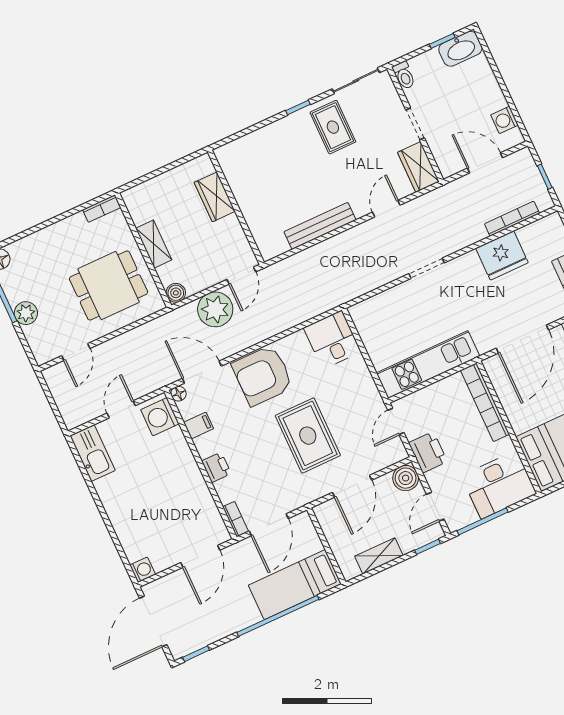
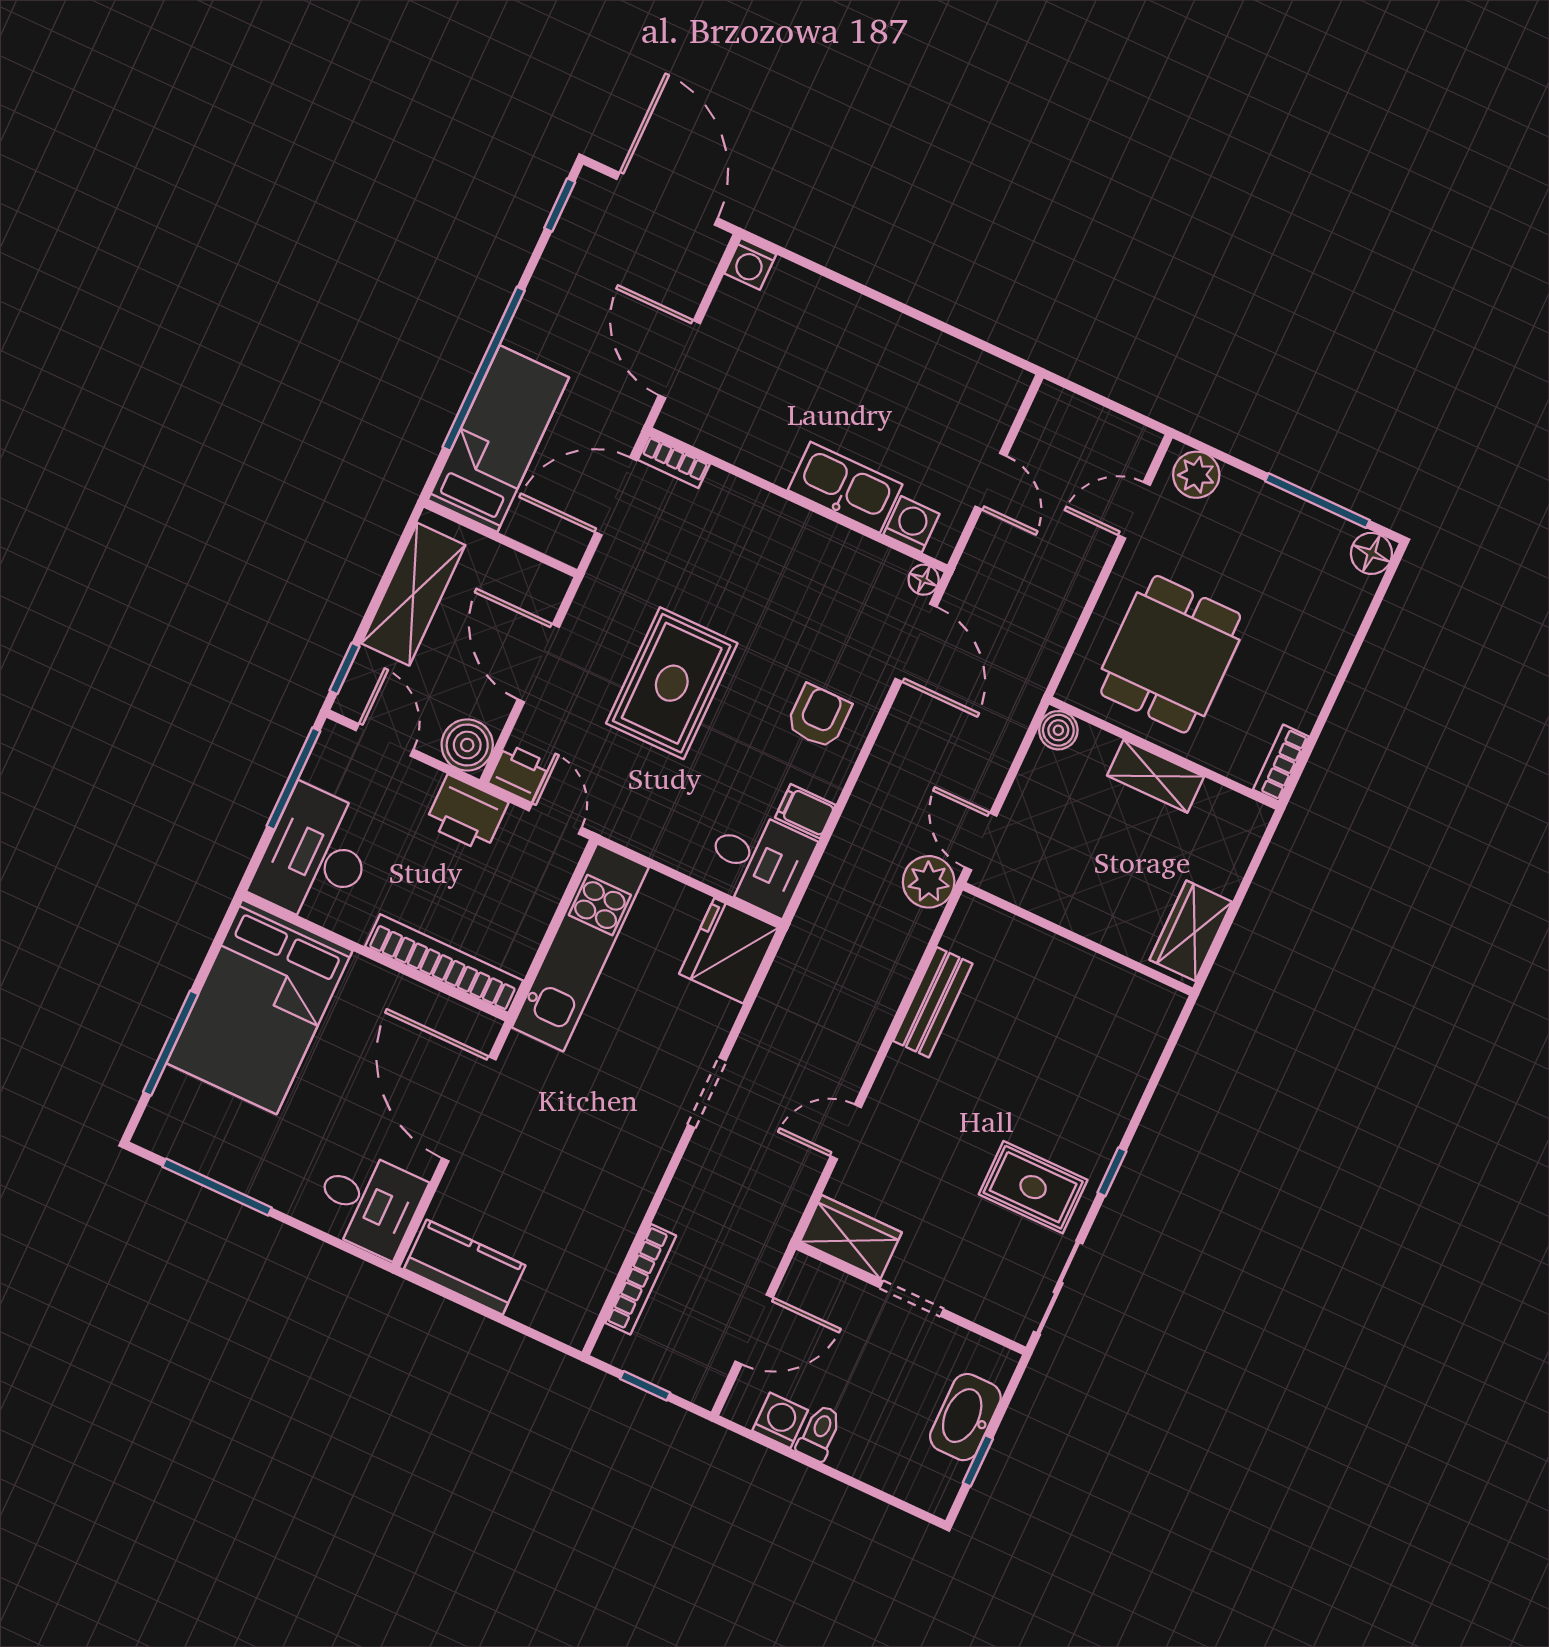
washbasin: (460, 49) -> (965, 1417), moved
toilet: (404, 75) -> (819, 1433), moved, turned 90
wardrobe: (215, 197) -> (1191, 931), moved, turned -90
door: (386, 209) -> (846, 1132), swing flipped
bench: (320, 226) -> (933, 1002), width x0.73
fridge: (502, 255) -> (729, 951), moved
plant: (215, 309) -> (929, 882), moved, width x0.73, depth x0.73
plant: (26, 313) -> (1196, 475), moved
door: (76, 352) -> (1134, 510), hinge flipped
door: (202, 372) -> (916, 643), hinge flipped
armchair: (263, 376) -> (819, 716), width x0.53, depth x0.53
washing machine: (160, 417) -> (911, 524), width x0.73, depth x0.73
filing cabinet: (199, 425) -> (805, 811), moved, turned 90
rug: (308, 436) -> (672, 683), turned 90
kitchen sink: (93, 453) -> (845, 487), moved, turned 180
printer: (216, 467) -> (519, 773), moved, turned 180
door: (269, 525) -> (616, 496), hinge flipped
shelving: (379, 556) -> (413, 594), width x1.50, depth x1.33

